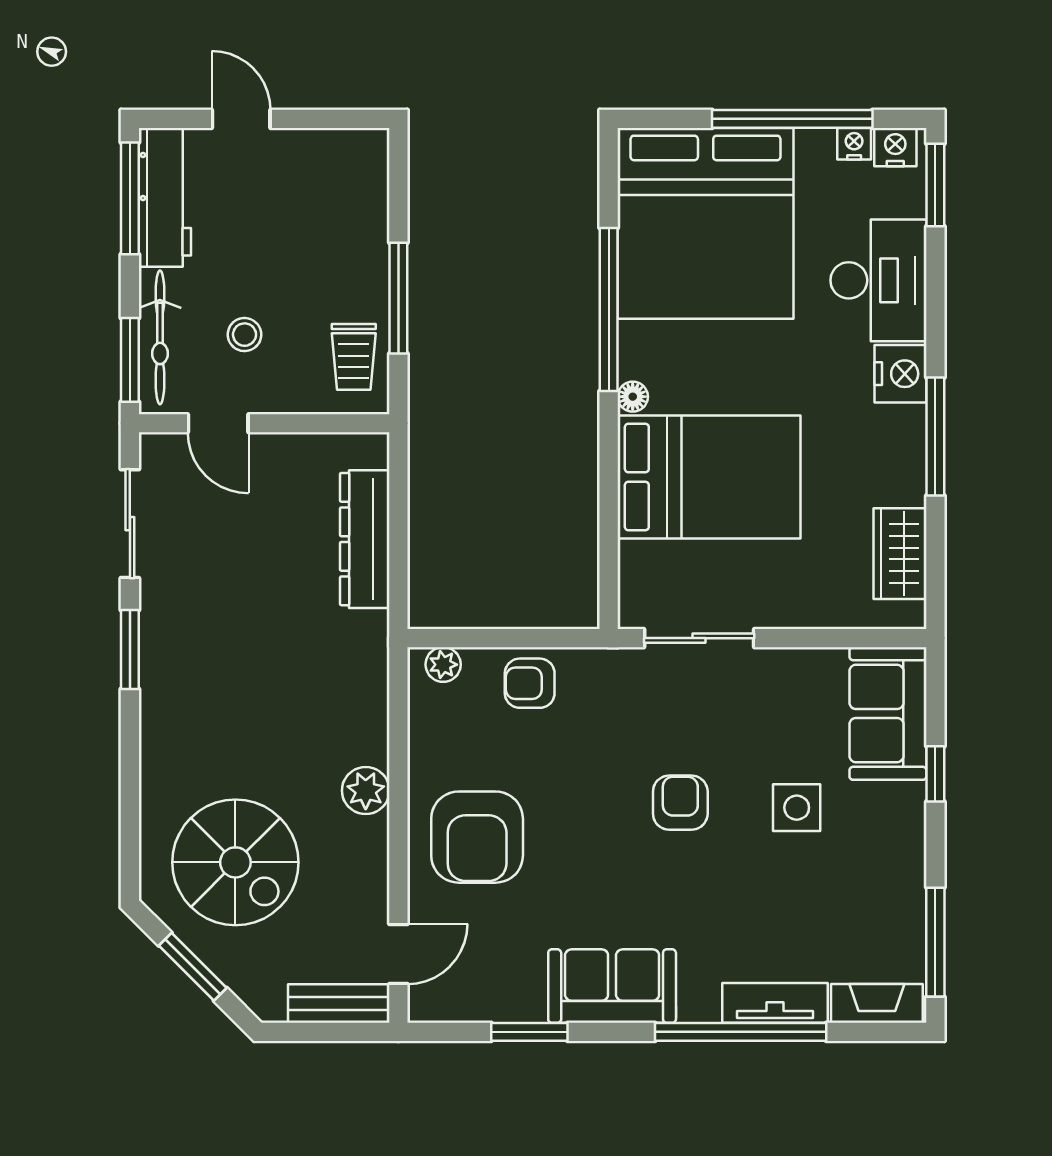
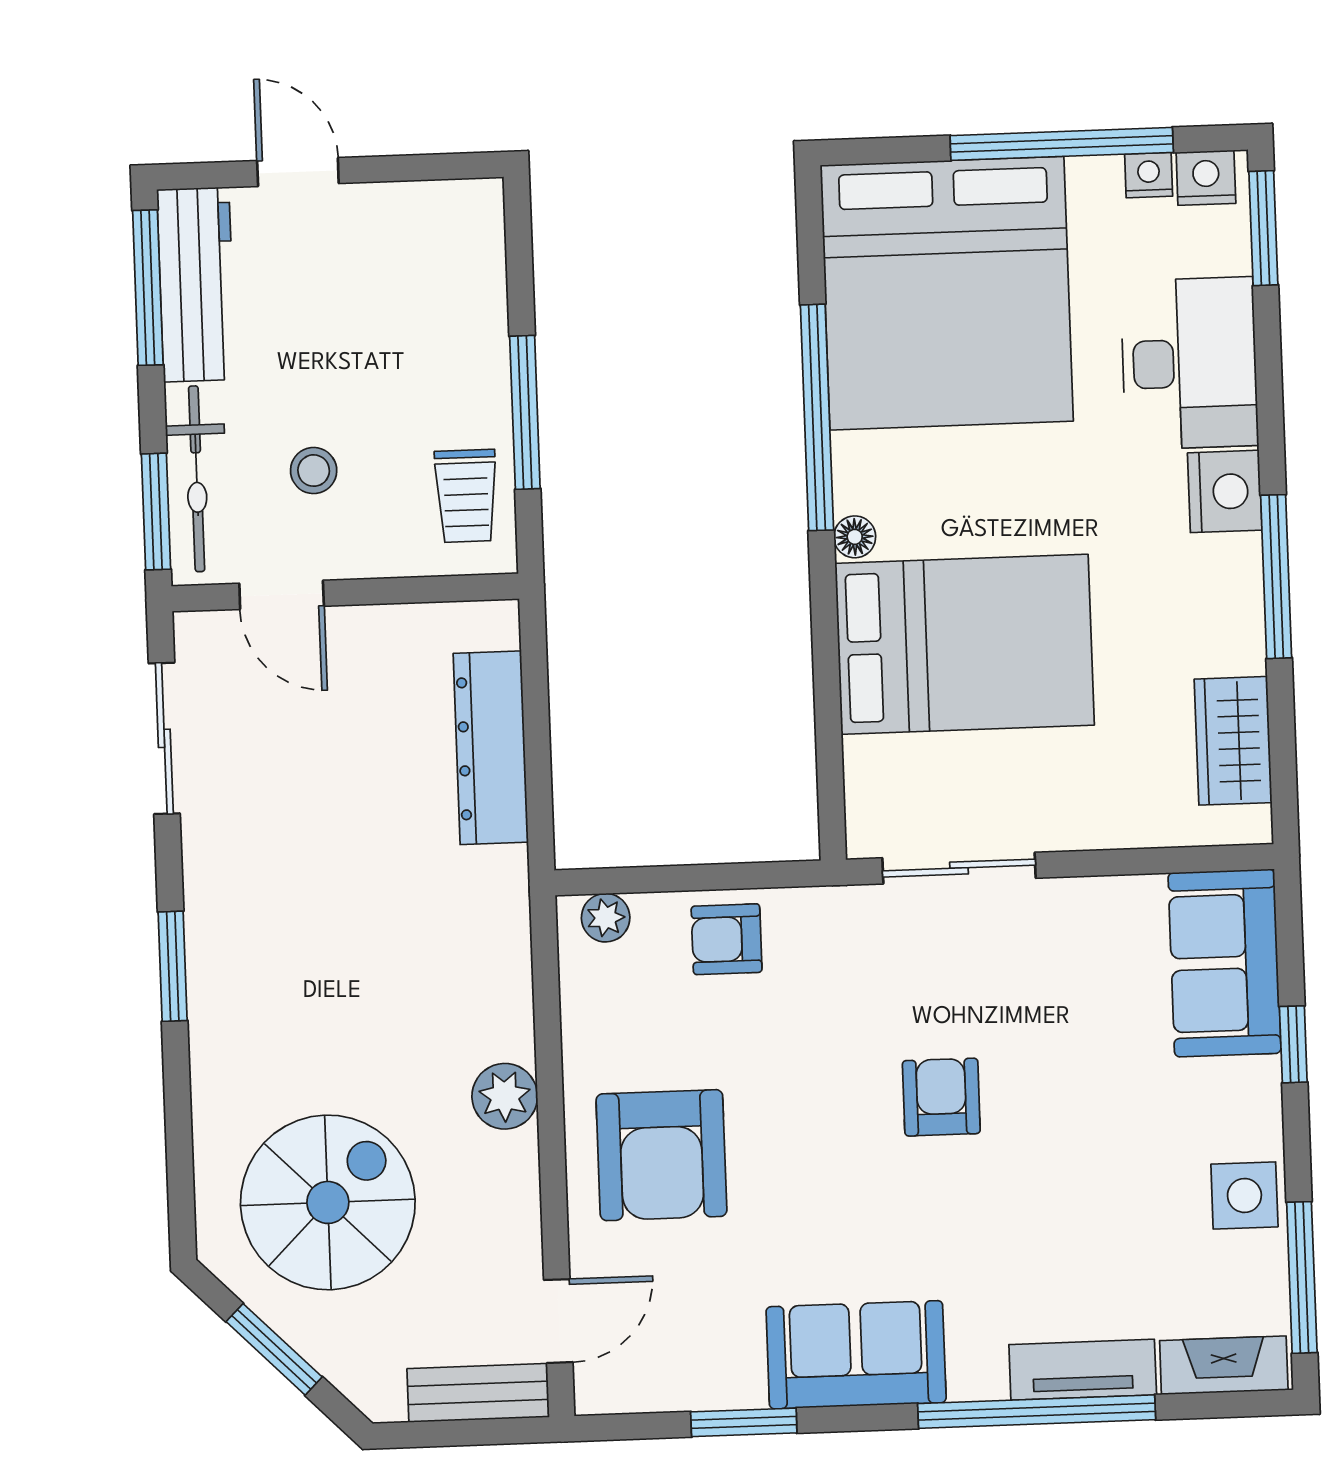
window: (130, 650) -> (173, 966), moved
side table: (797, 808) -> (1244, 1195), moved
spiral stairs: (235, 862) -> (328, 1202), turned -90

